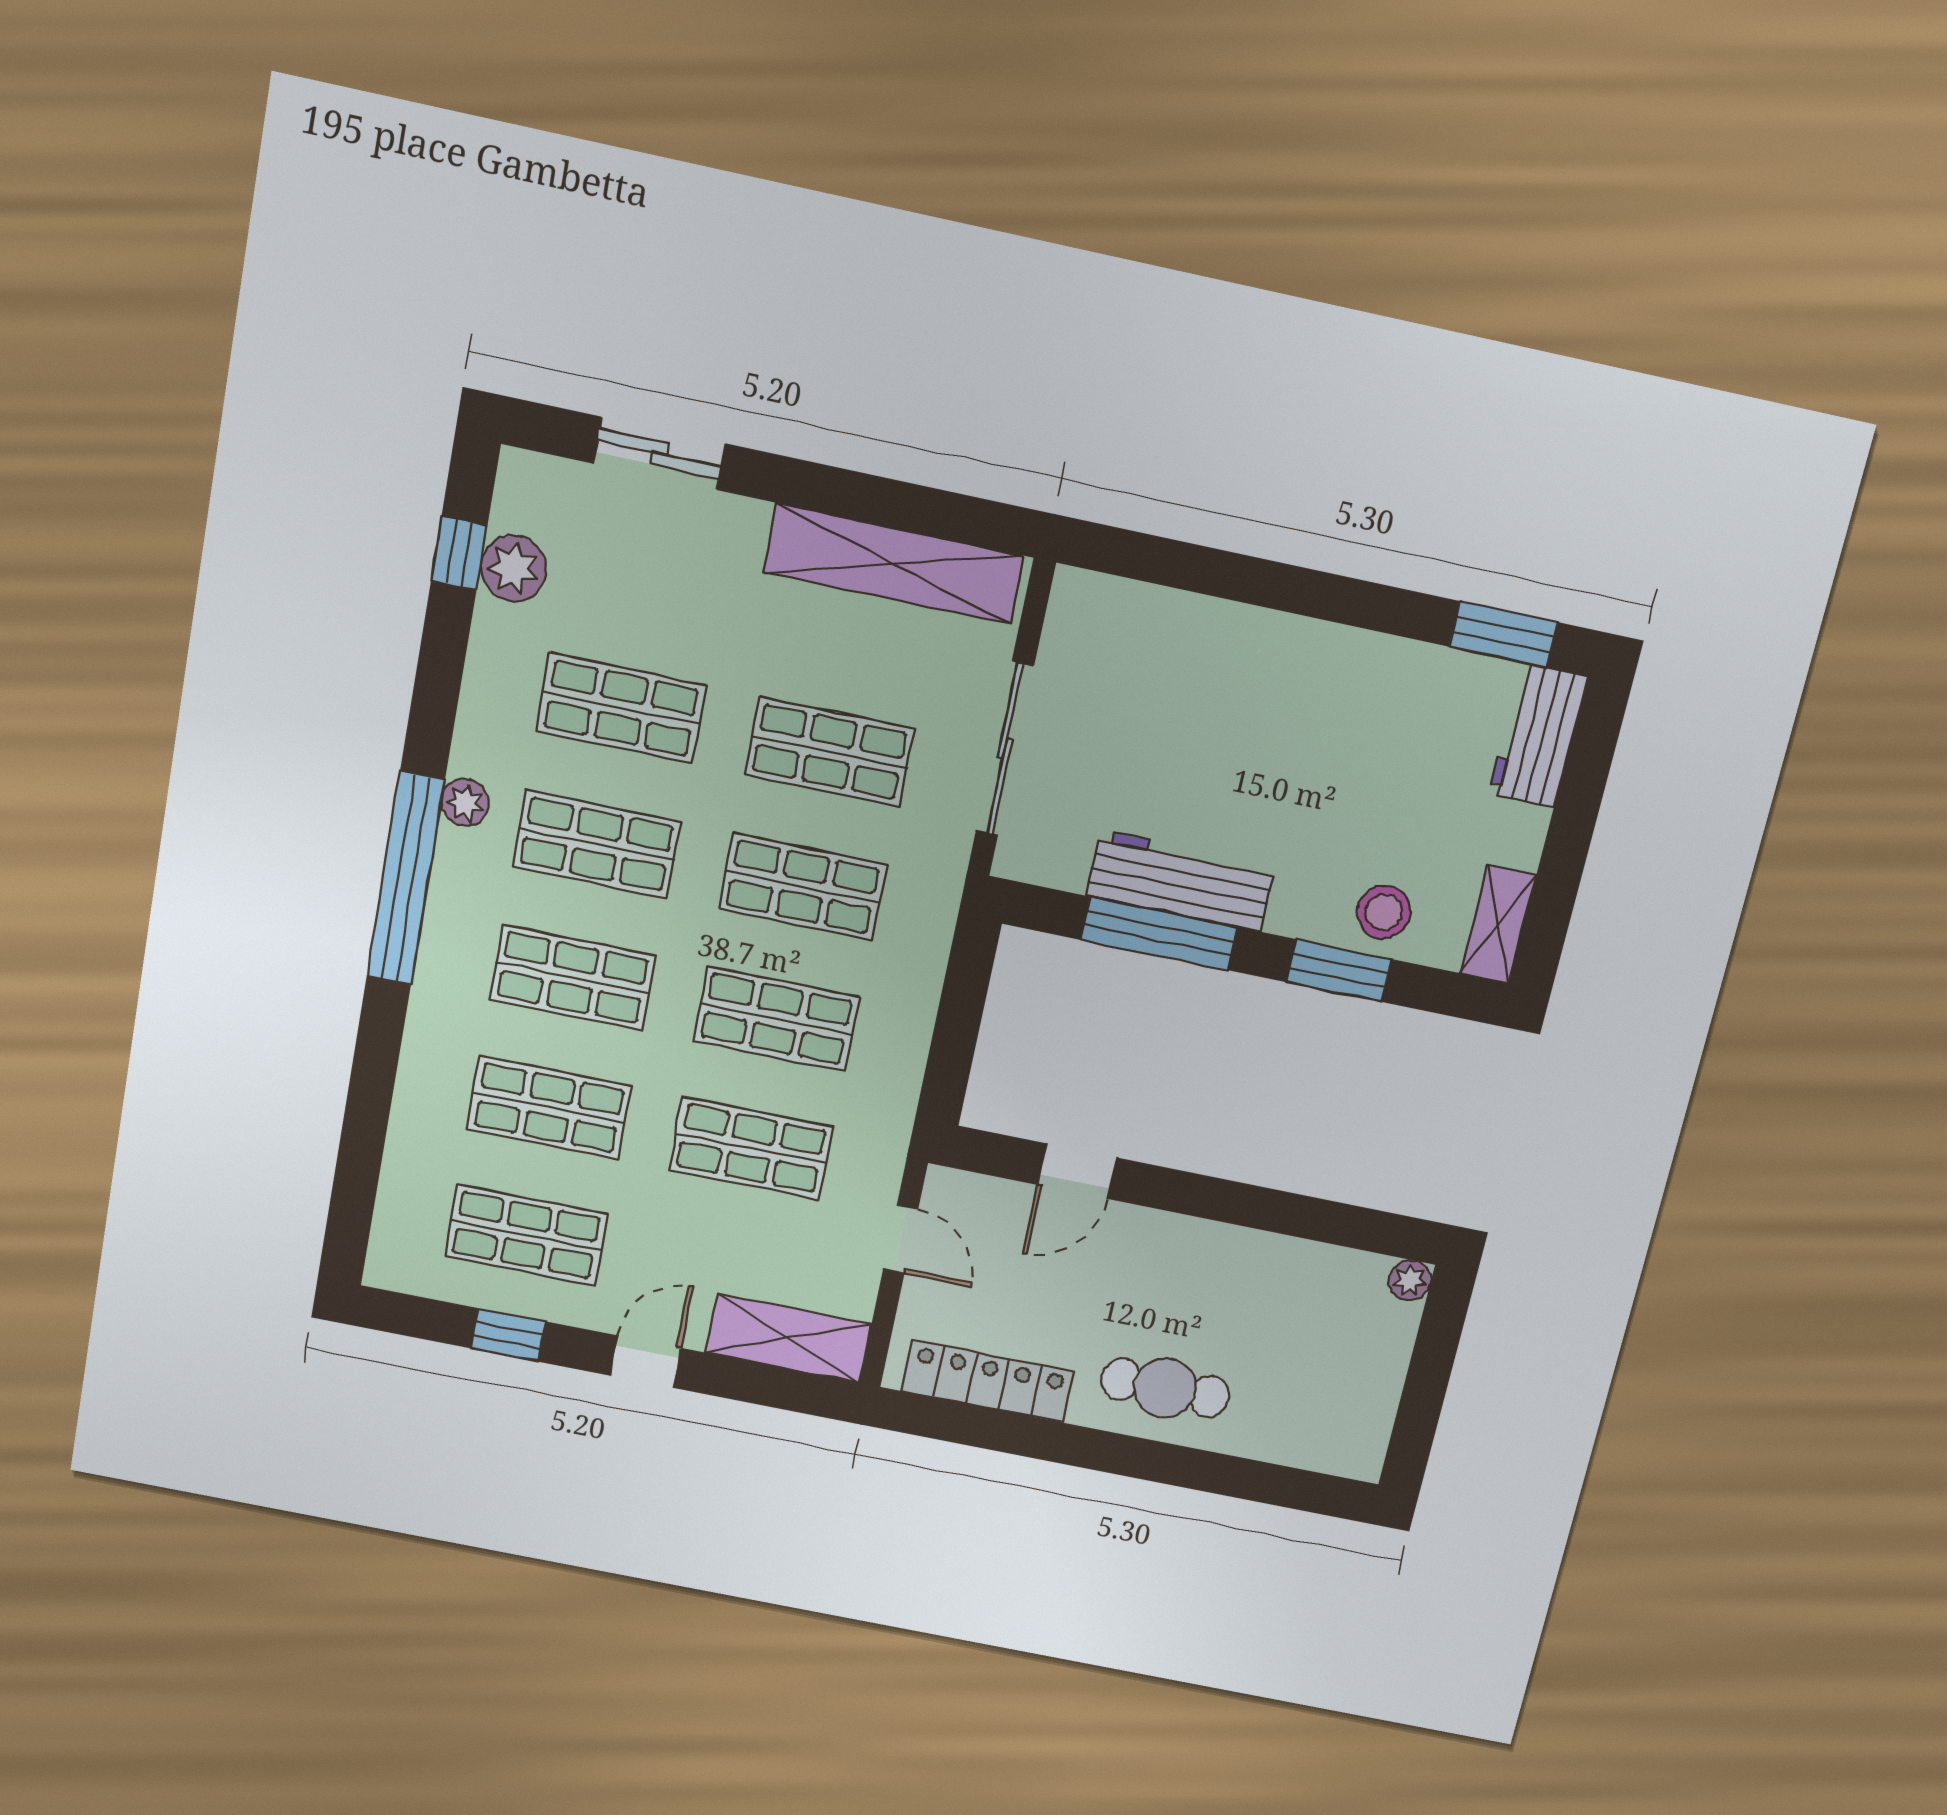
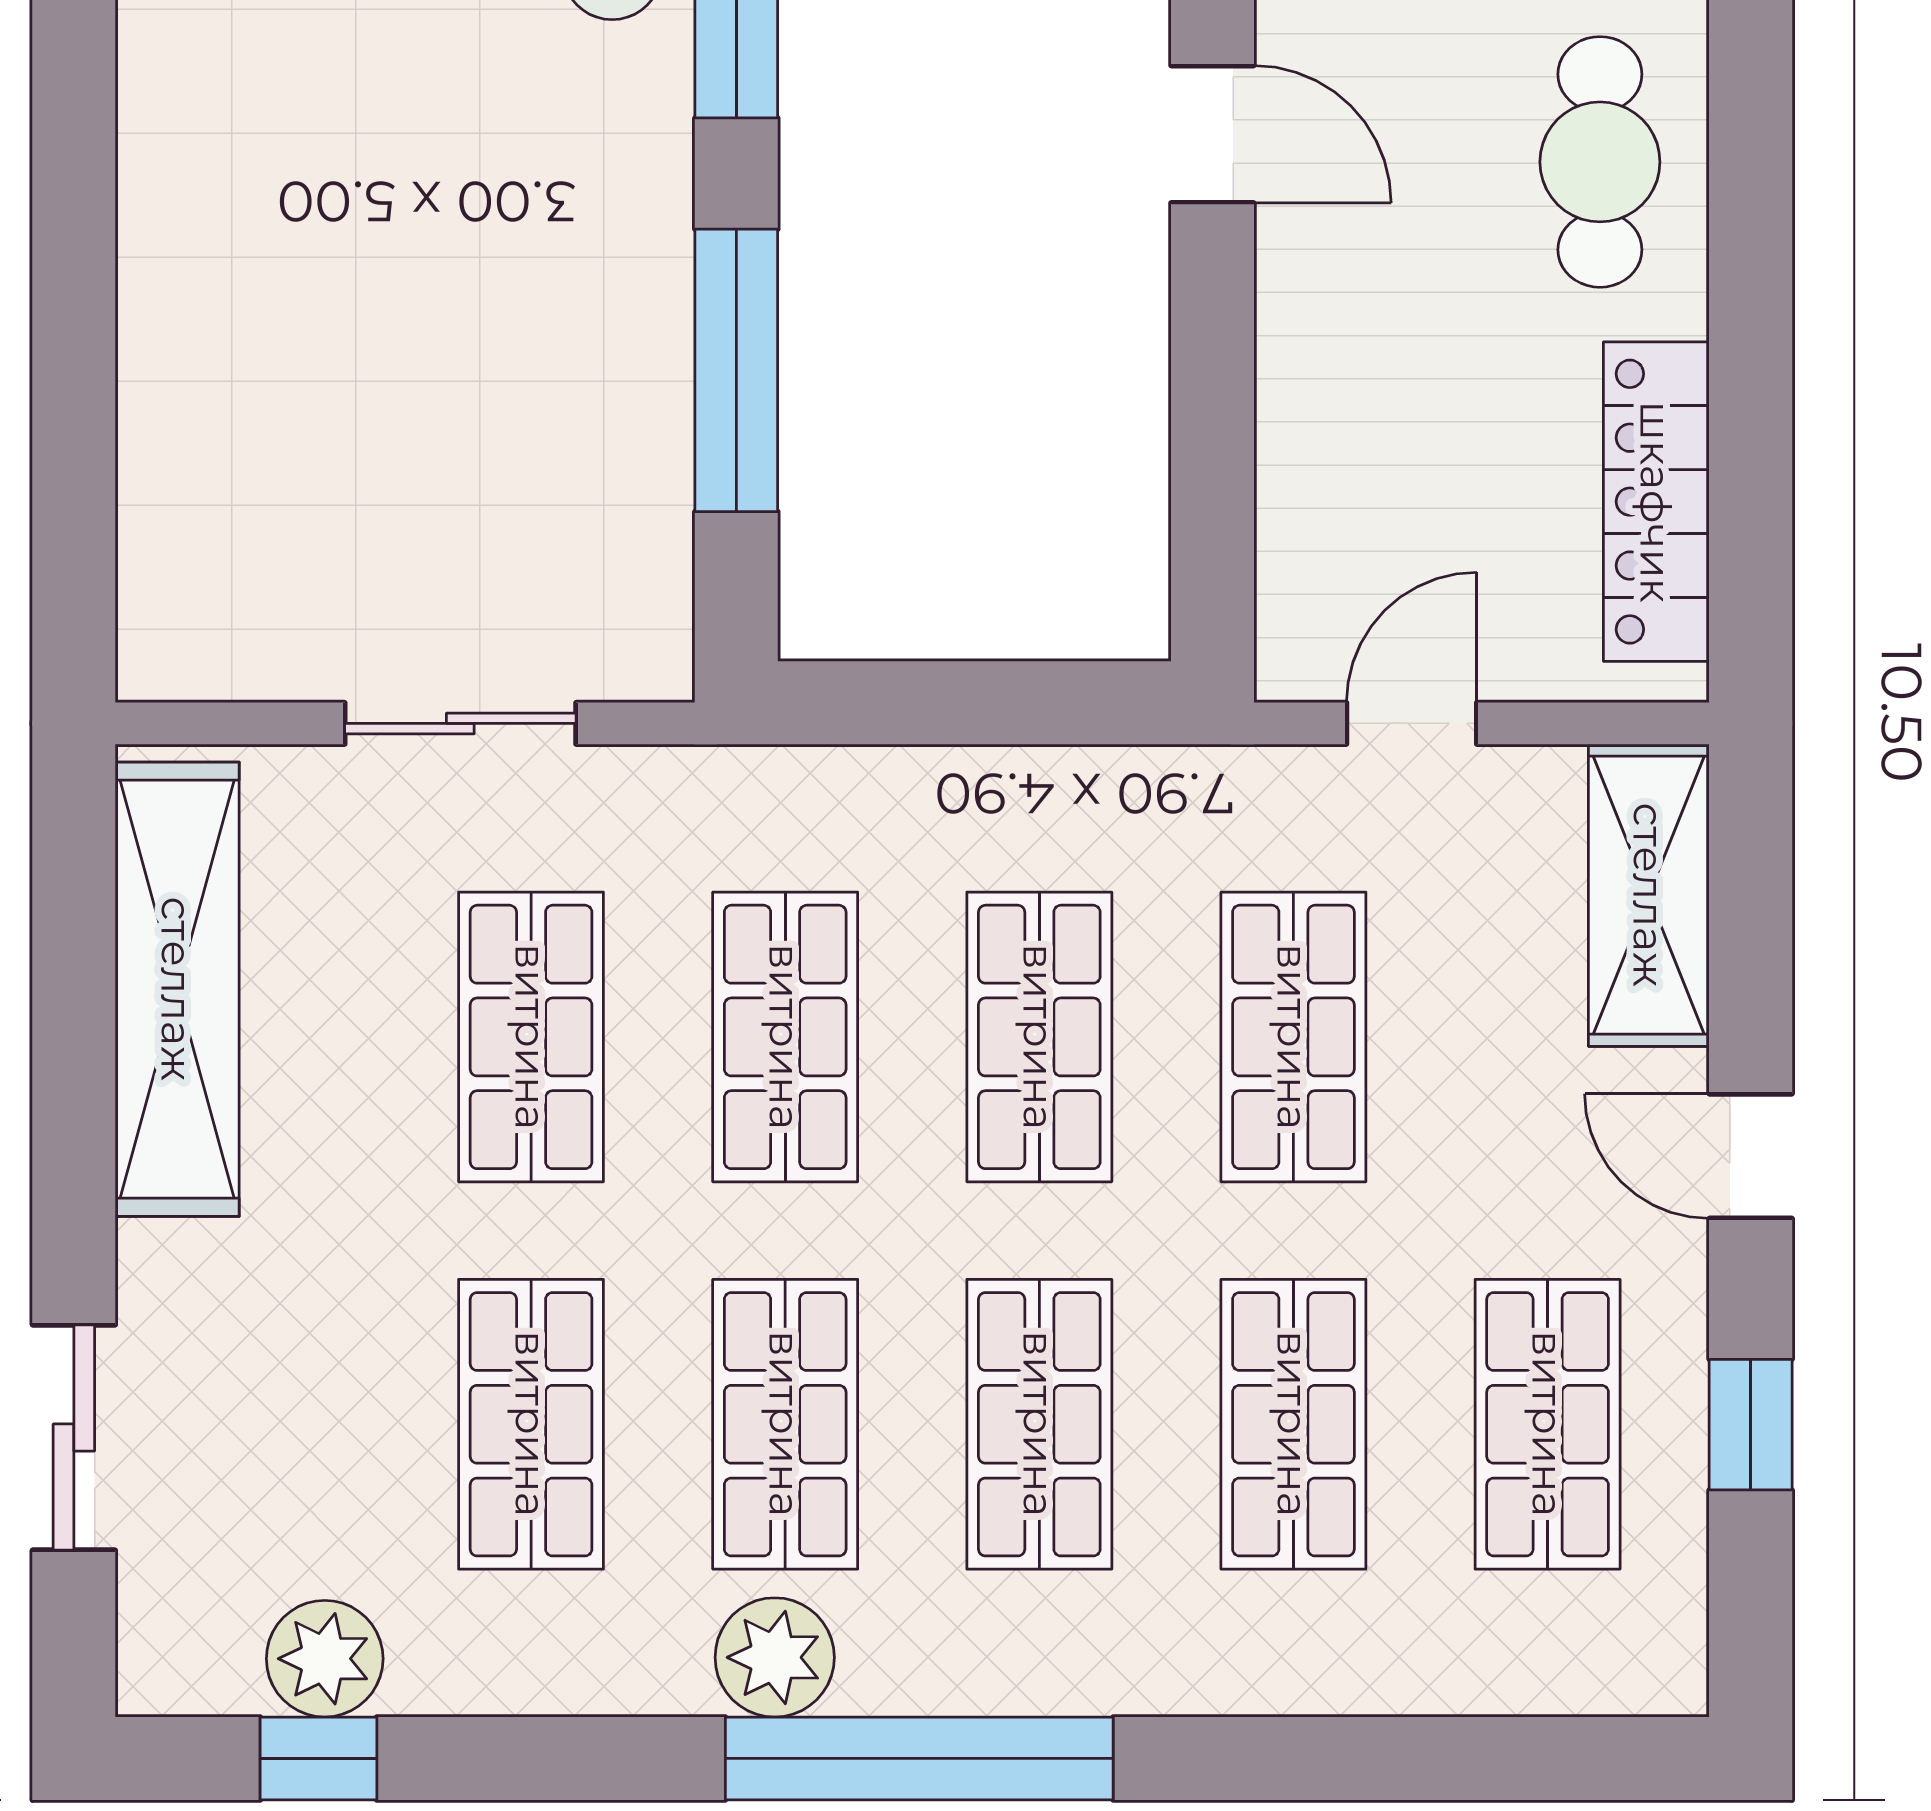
sliding door: (1005, 749) -> (460, 723), width x0.73
plant: (465, 803) -> (775, 1657), width x1.38, depth x1.38
workbench: (1181, 881) -> (632, 353), removed
door: (1077, 1171) -> (1212, 134), moved

